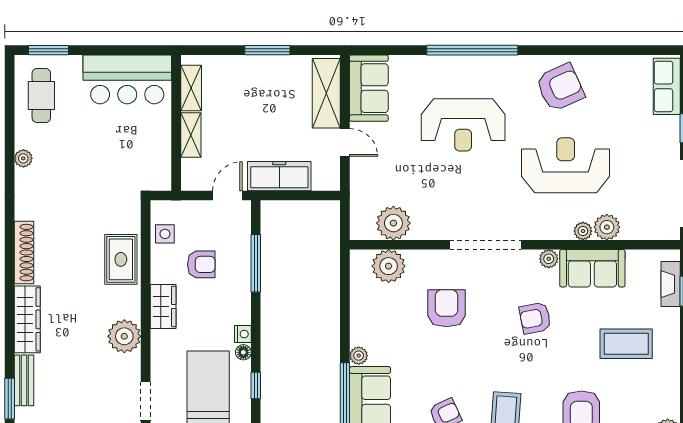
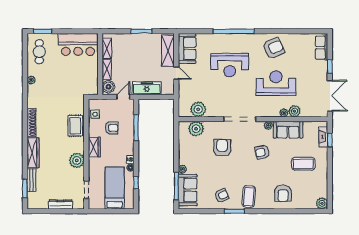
boiler: (194, 173) -> (108, 87), added

